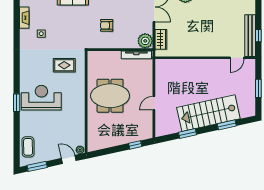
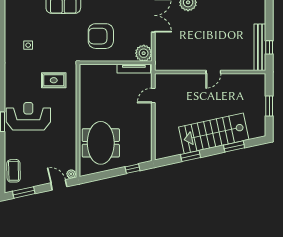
fireplace: (24, 18) -> (9, 27), removed
armchair: (107, 25) -> (101, 36), width x1.88, depth x1.88
wardrobe: (161, 39) -> (161, 51), removed
door: (237, 58) -> (213, 72), moved
meeting table: (110, 96) -> (101, 143), moved, turned 90
door: (154, 103) -> (153, 95), moved

